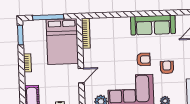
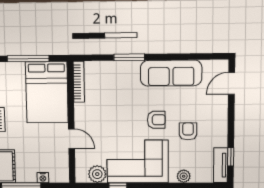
window: (122, 14) -> (129, 57), added
door: (81, 76) -> (71, 139), hinge flipped

